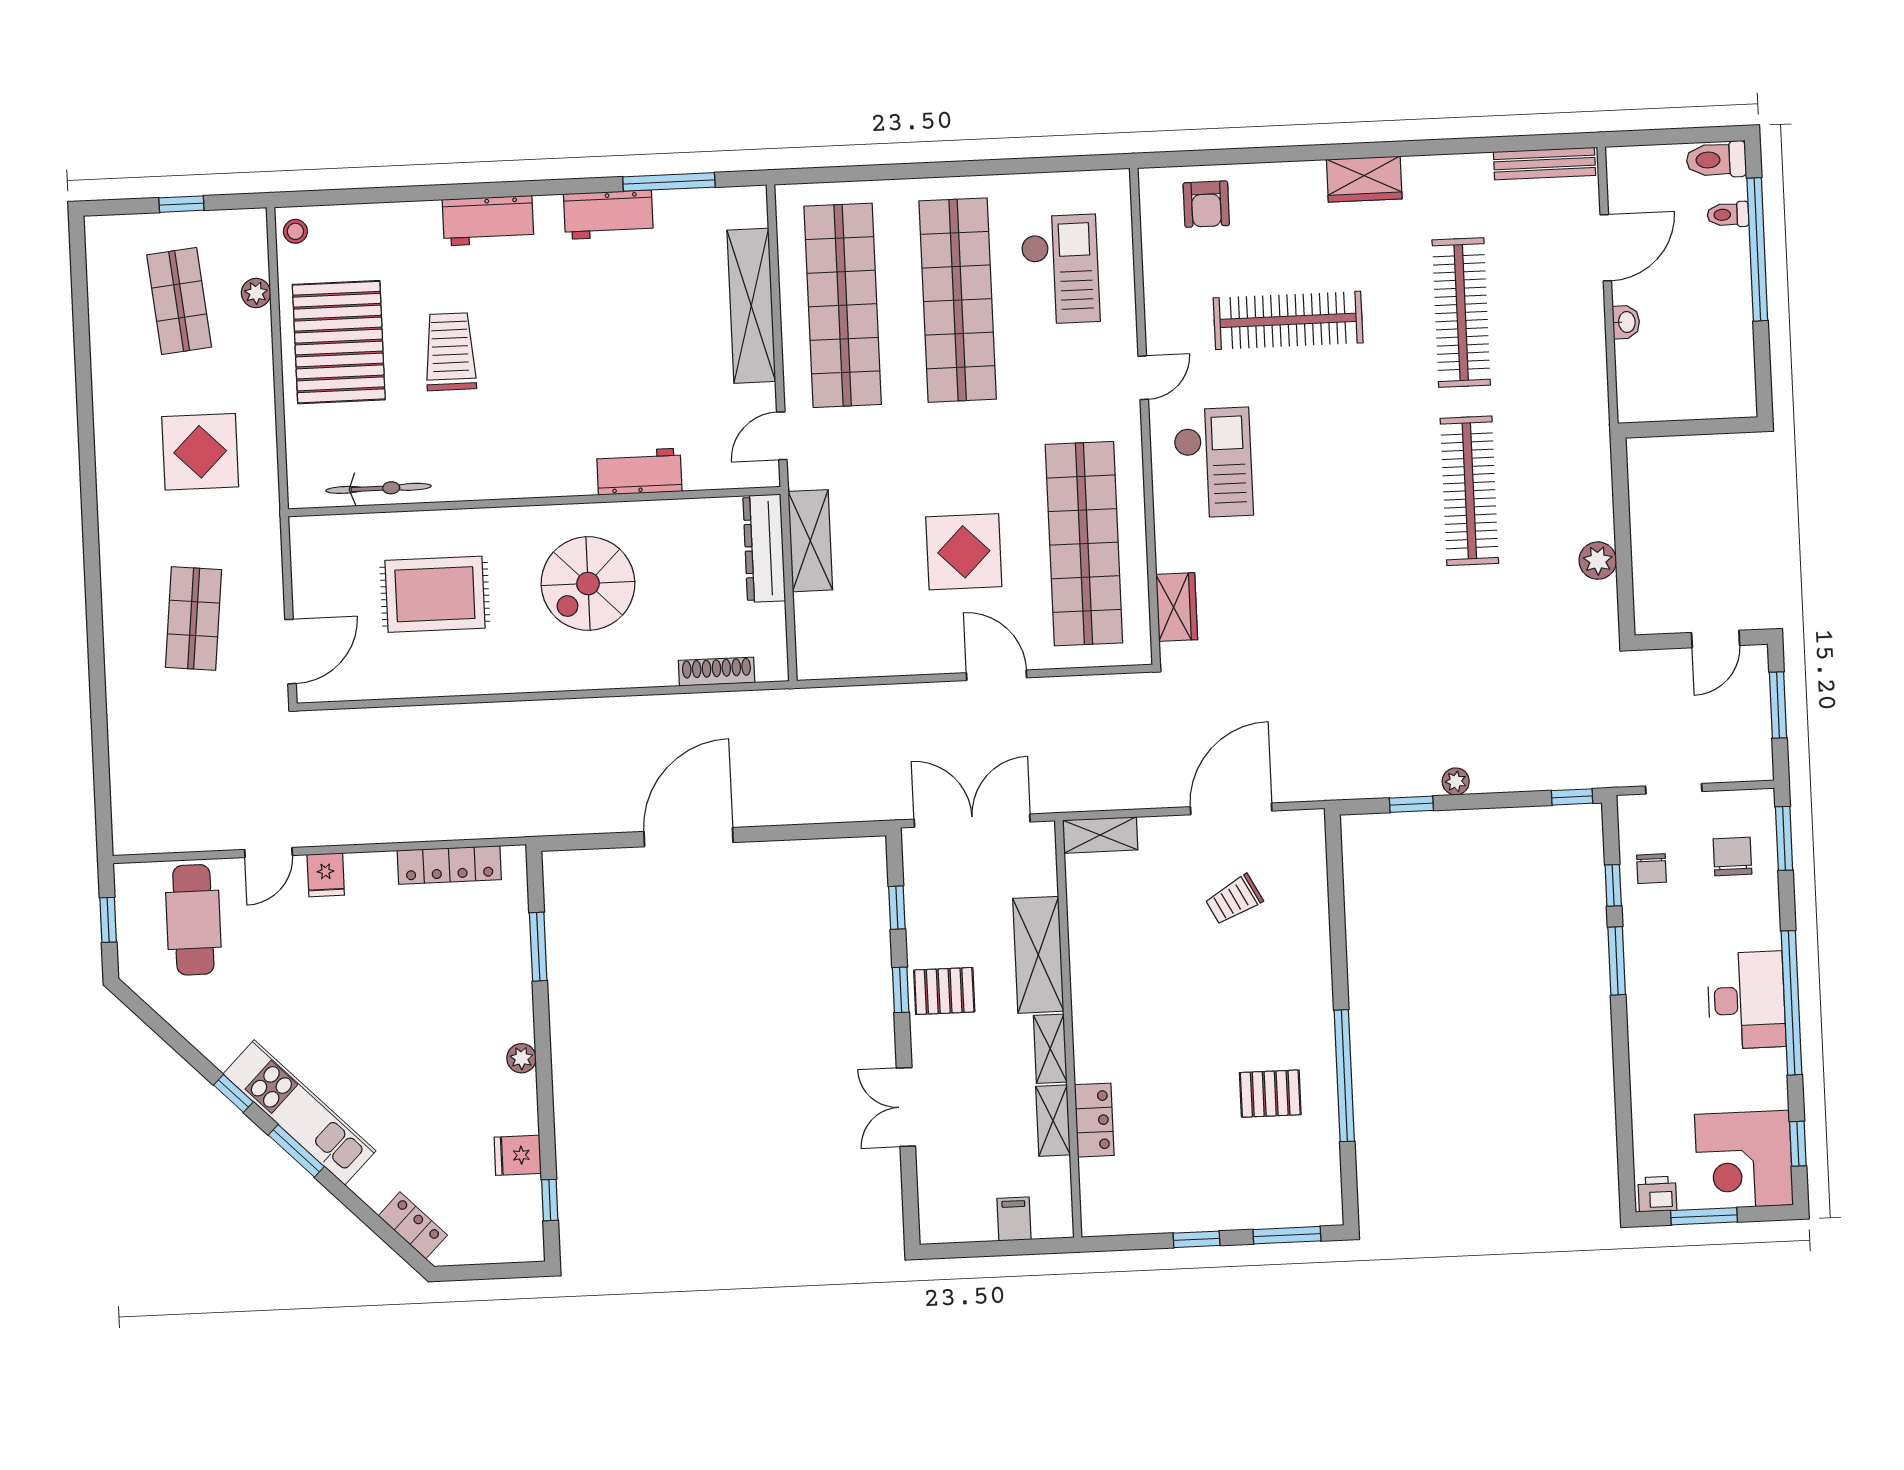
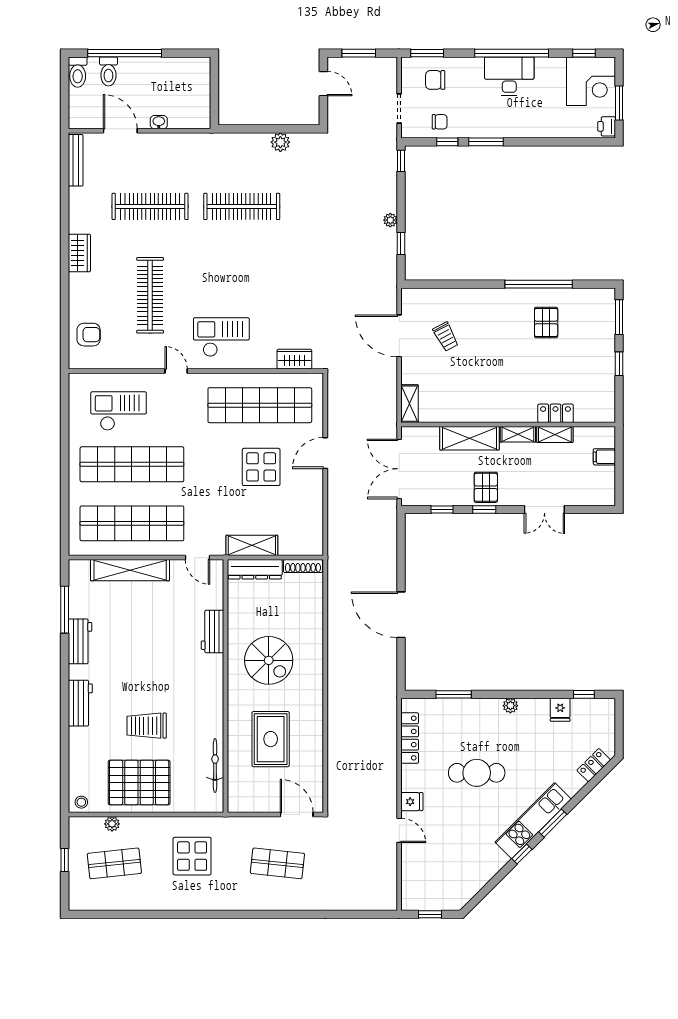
toilet: (1728, 215) -> (108, 71), width x1.37, depth x1.39
shoe rack: (717, 672) -> (303, 566), moved, turned -90
cafe table: (193, 920) -> (477, 773), moved

